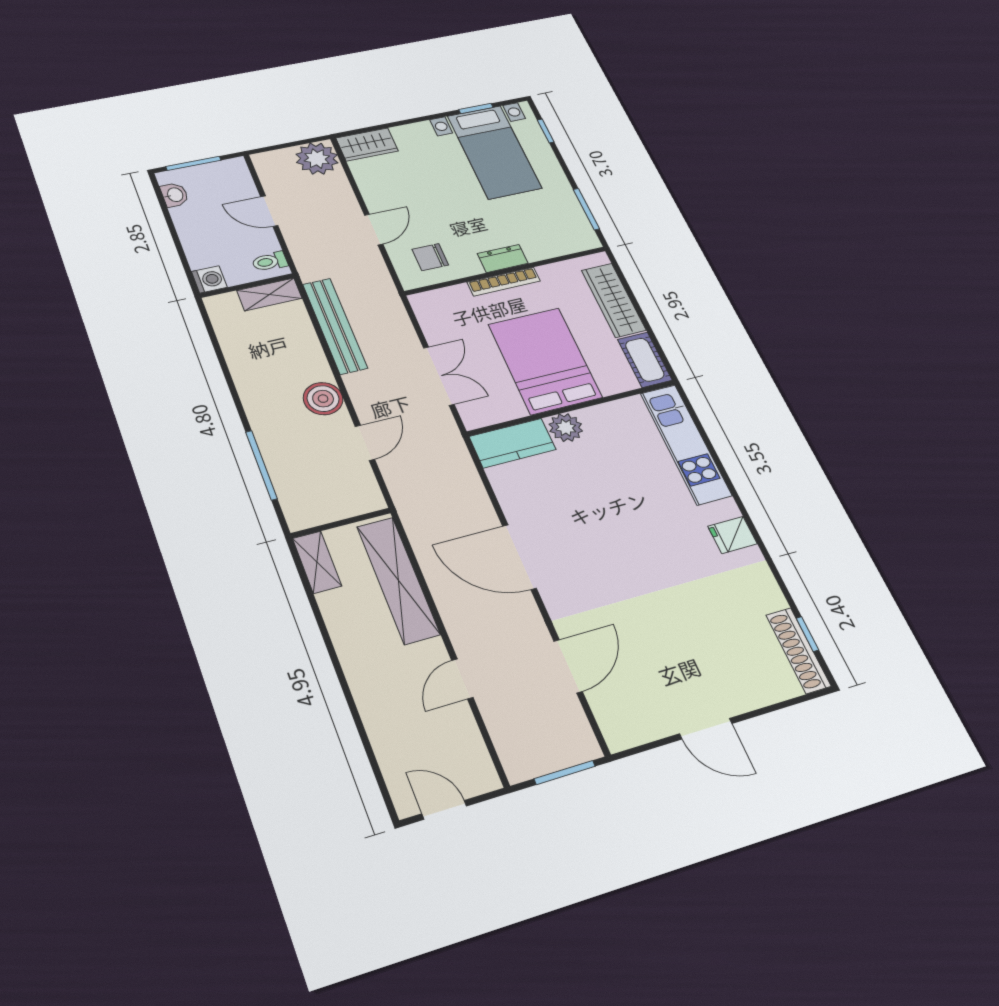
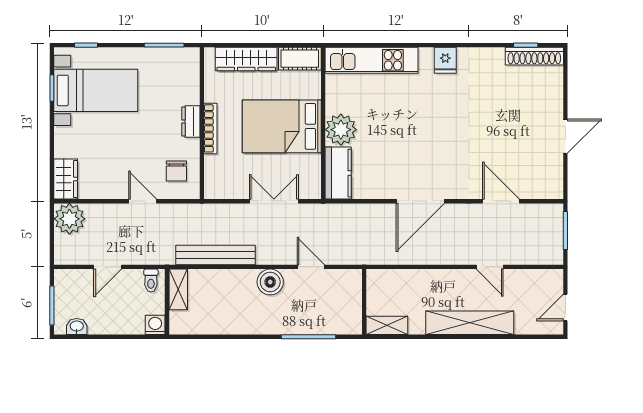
plant: (566, 428) -> (341, 130), width x1.36, depth x1.36
shelving: (398, 580) -> (470, 323), moved

